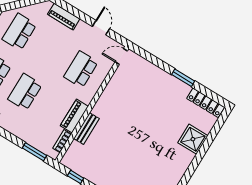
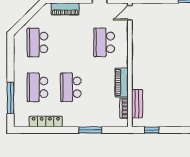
bench: (86, 129) -> (137, 104), moved
window: (34, 152) -> (90, 130), moved

